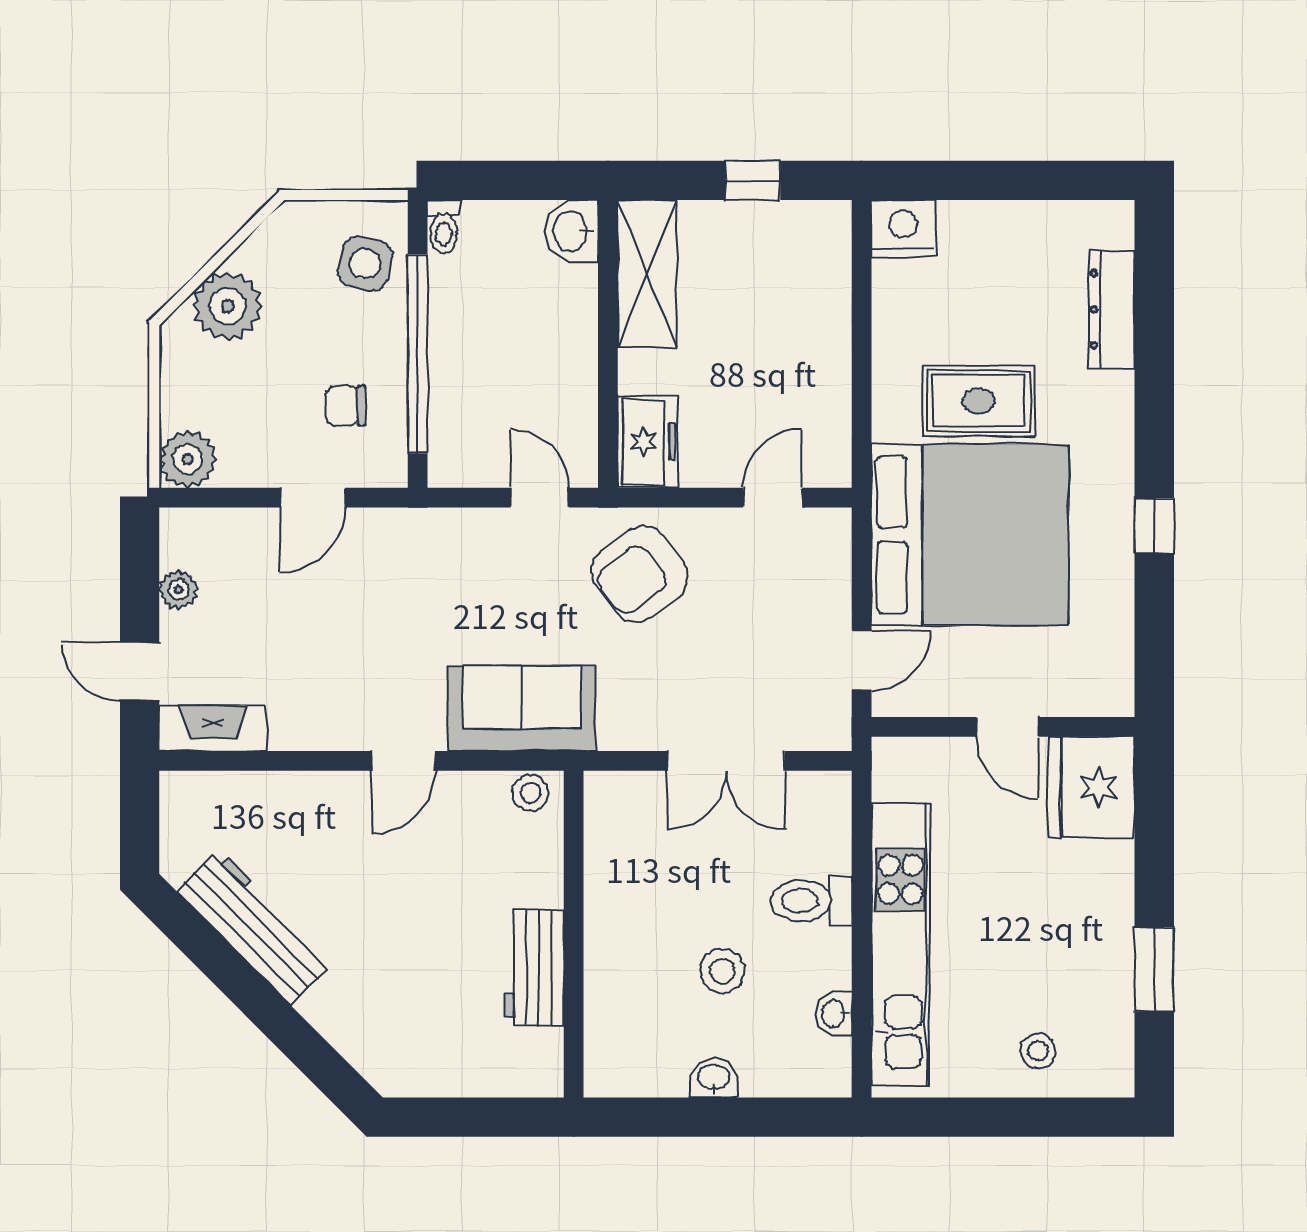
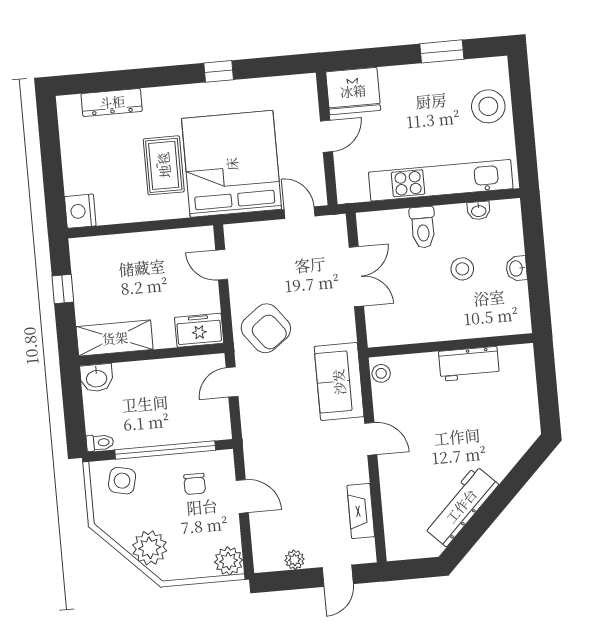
fireplace: (212, 728) -> (361, 511), moved
stool: (1038, 1051) -> (488, 106), width x1.89, depth x1.89

